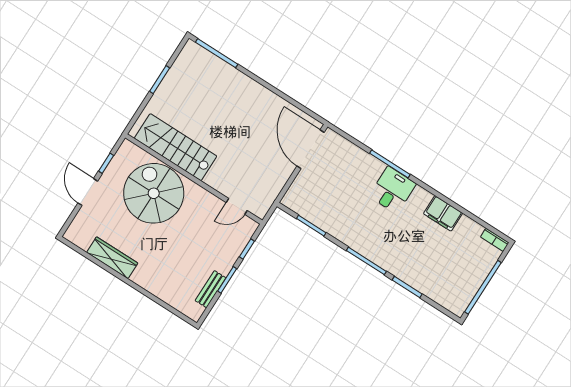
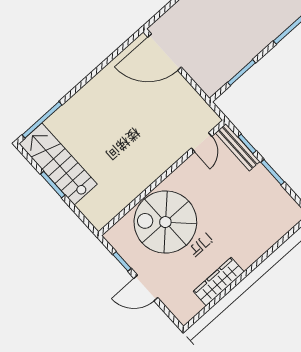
stairs: (176, 147) -> (58, 164), moved, turned 90
bench: (210, 289) -> (238, 147), moved, width x1.36

